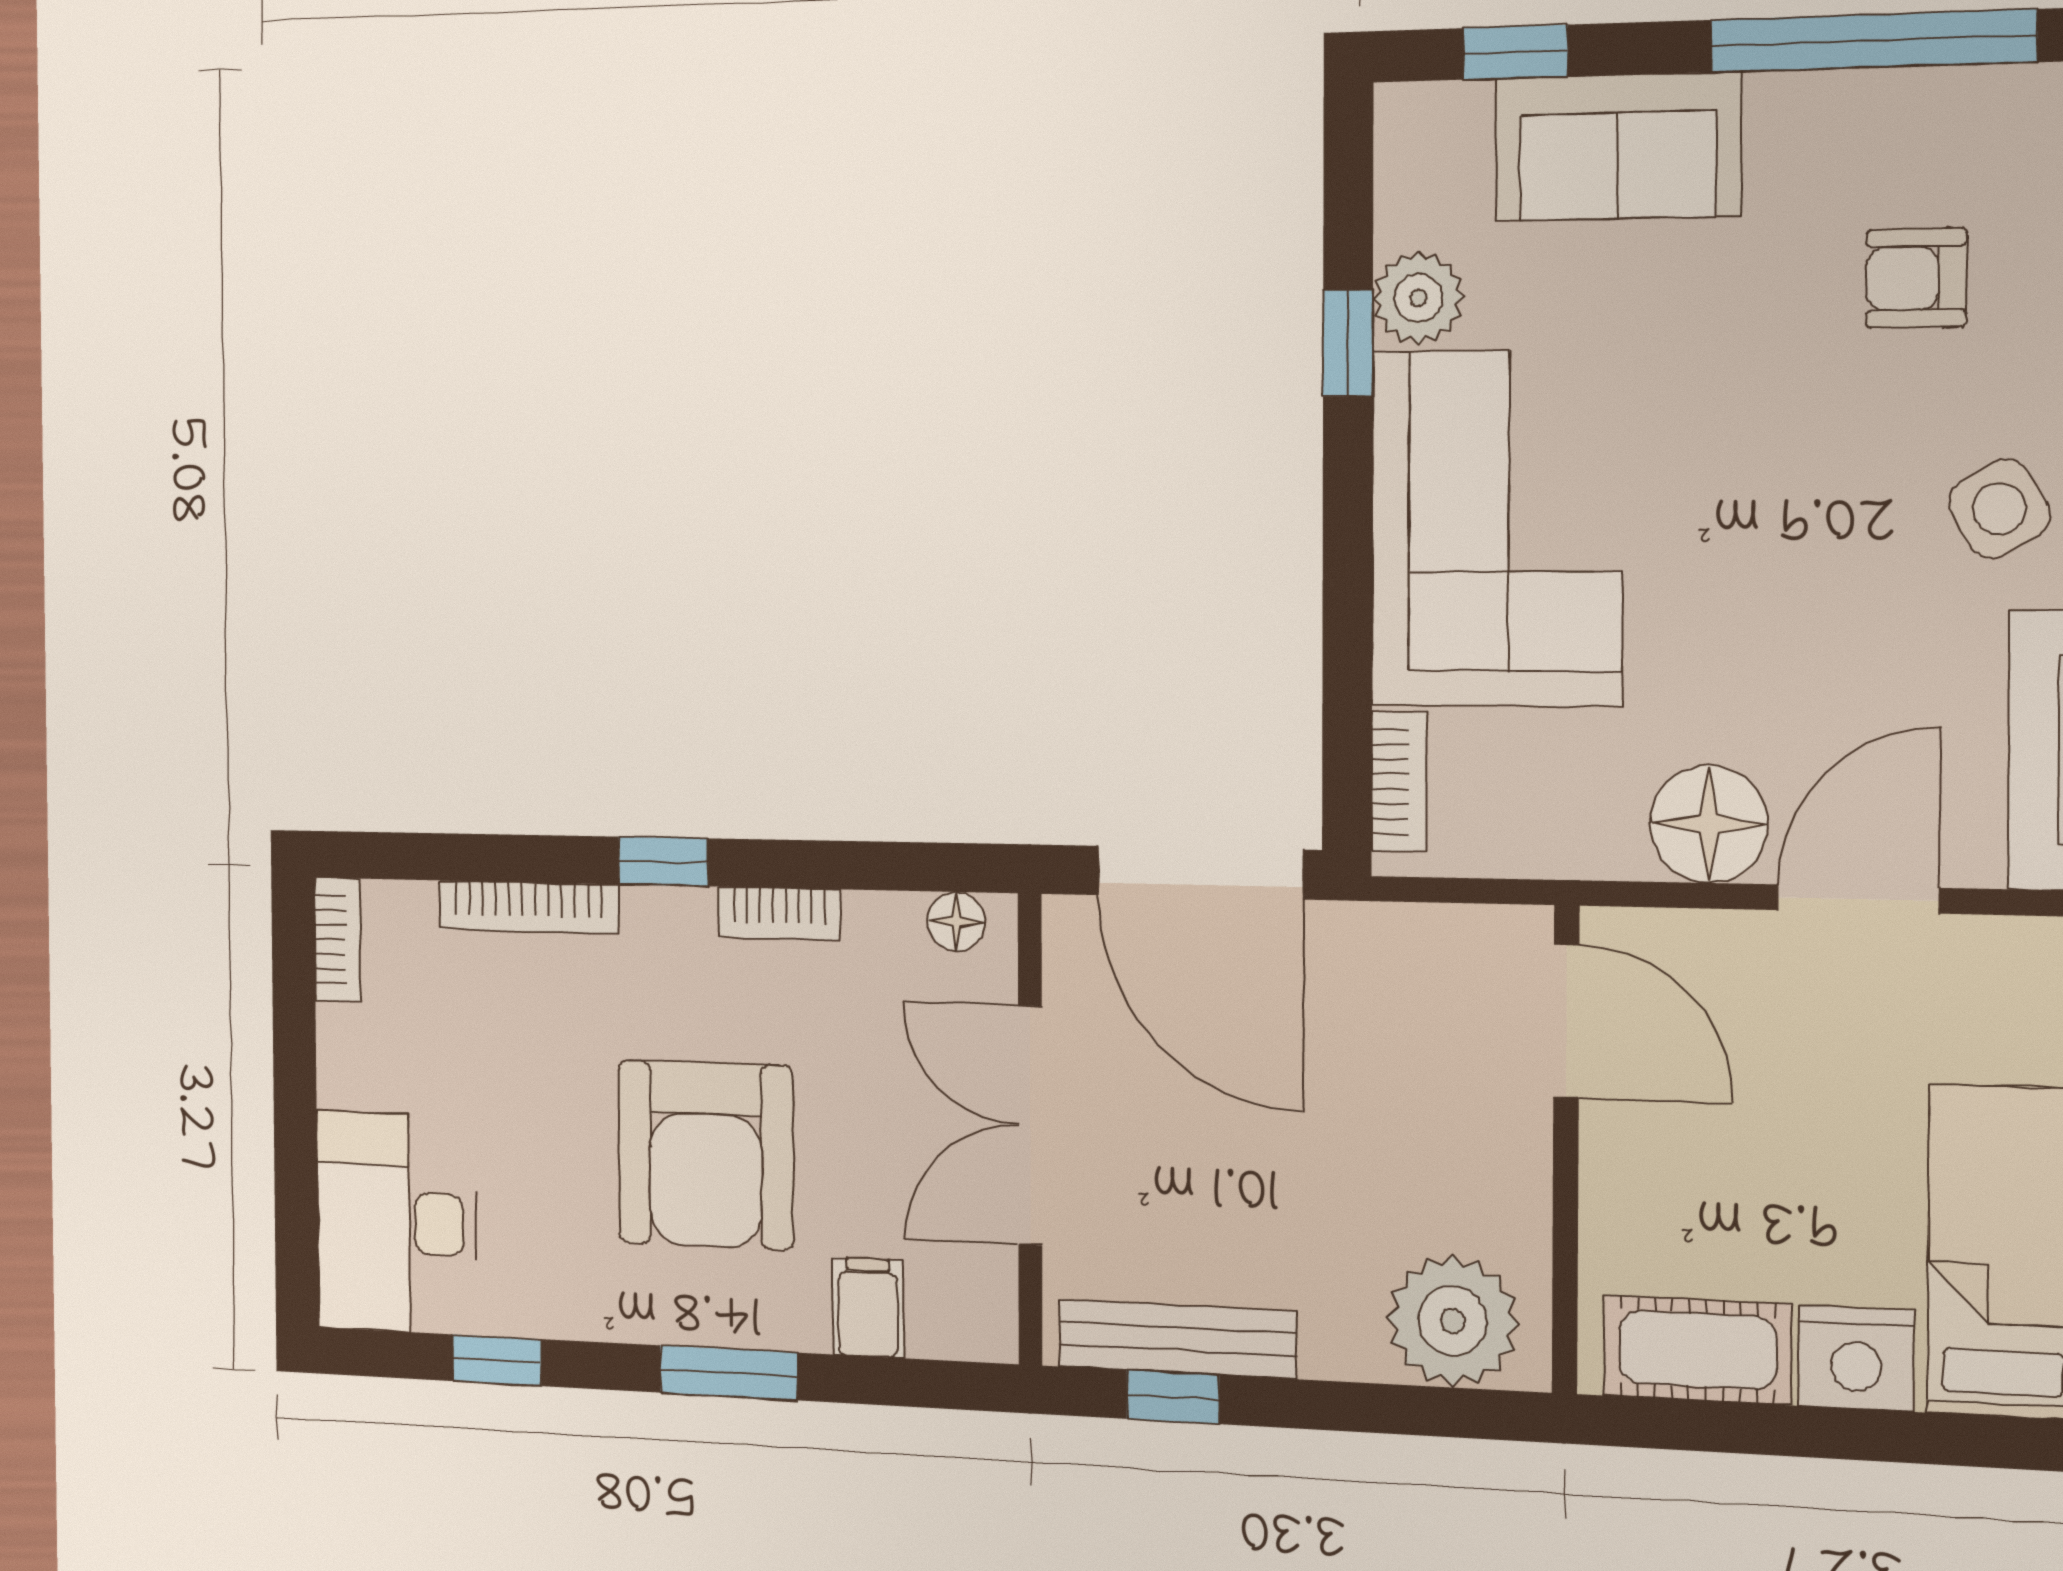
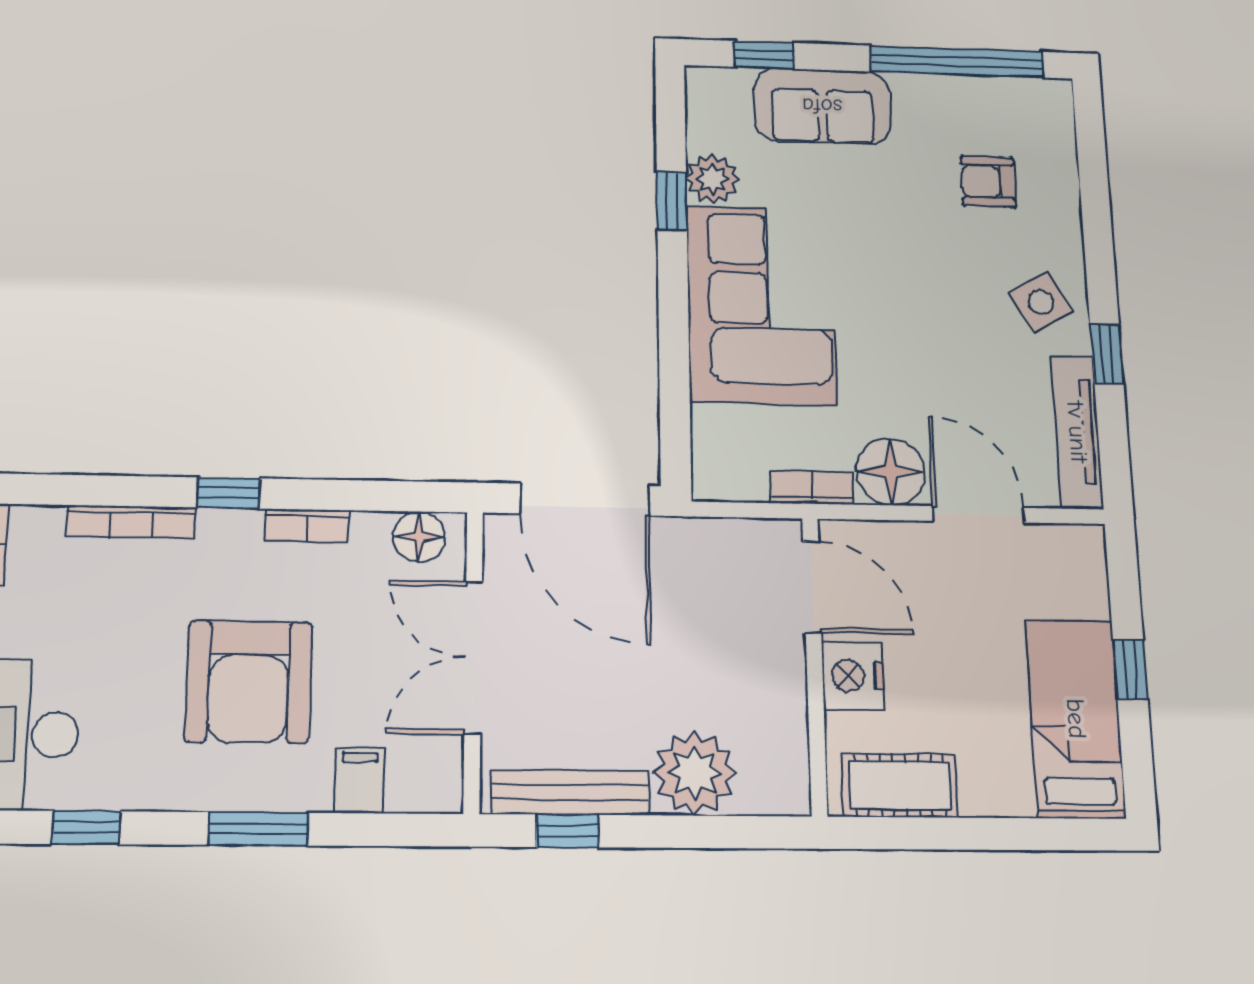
bookcase: (1399, 782) -> (812, 488), moved, turned -90
door: (1858, 899) -> (978, 514), hinge flipped
floor lamp: (956, 922) -> (419, 537), width x1.37, depth x1.37
plant: (1453, 1321) -> (695, 773), moved
nightstand: (1856, 1358) -> (853, 676), moved, turned 90

